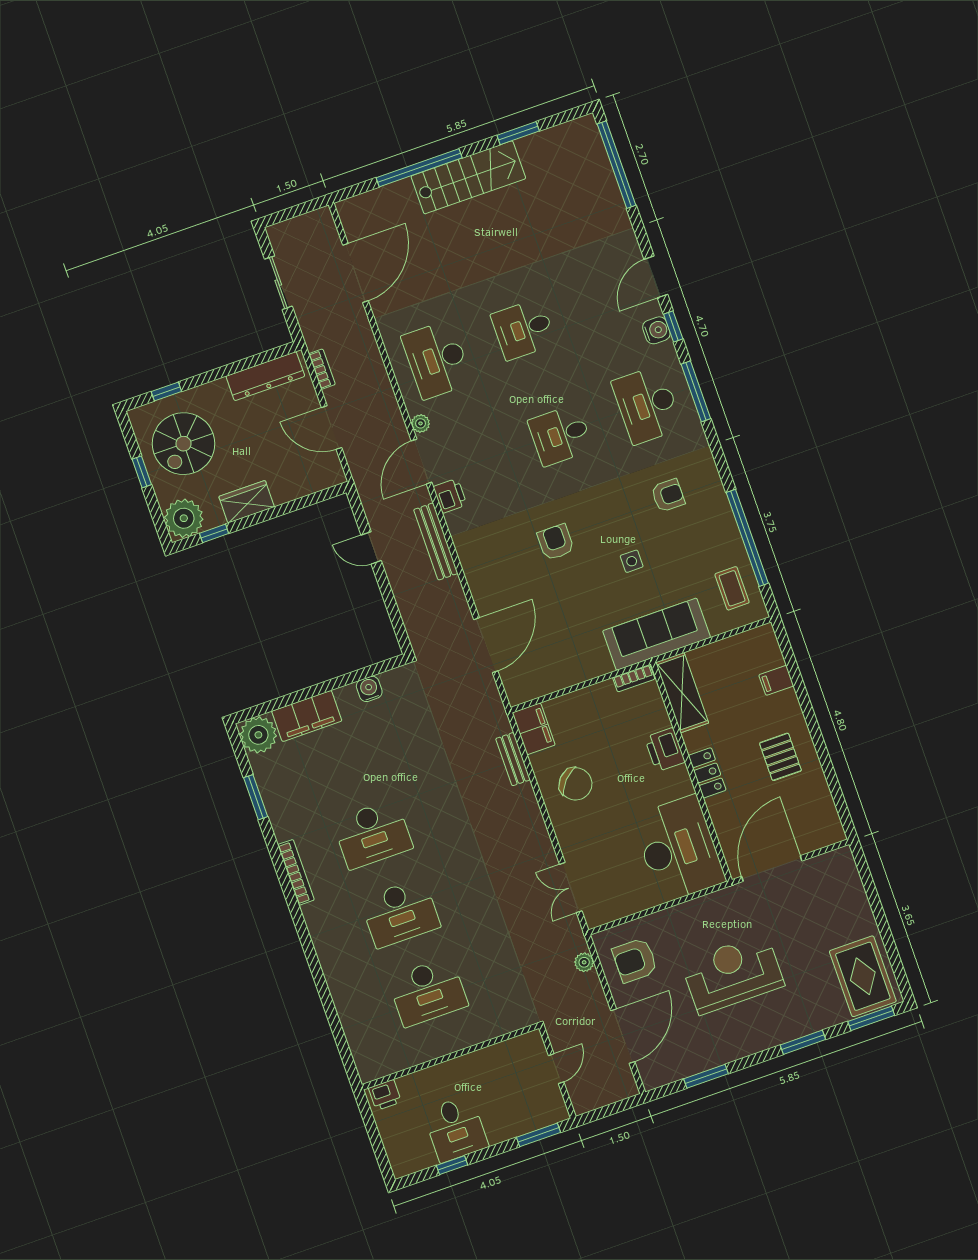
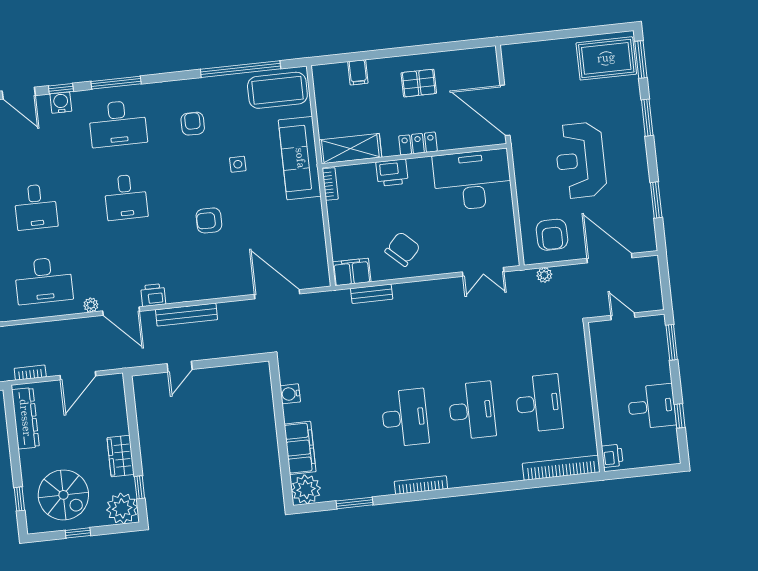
coffee table: (732, 588) -> (277, 90), width x1.86, depth x1.72
bookcase: (356, 1037) -> (561, 468), added

